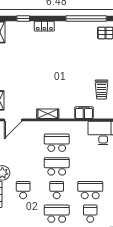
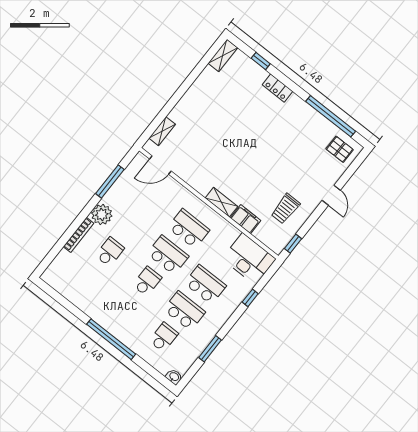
shelving: (48, 114) -> (221, 202), moved
school desk: (57, 214) -> (205, 284), moved

